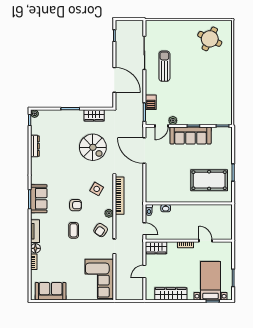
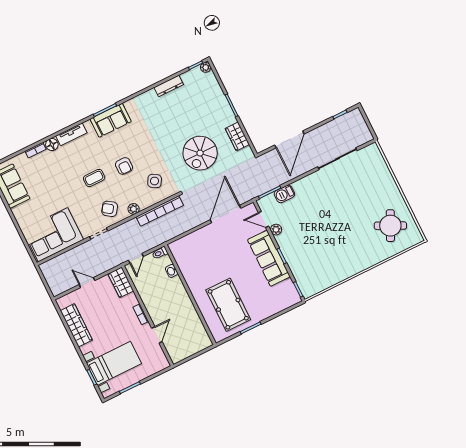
sun lounger: (164, 66) -> (333, 189), removed

